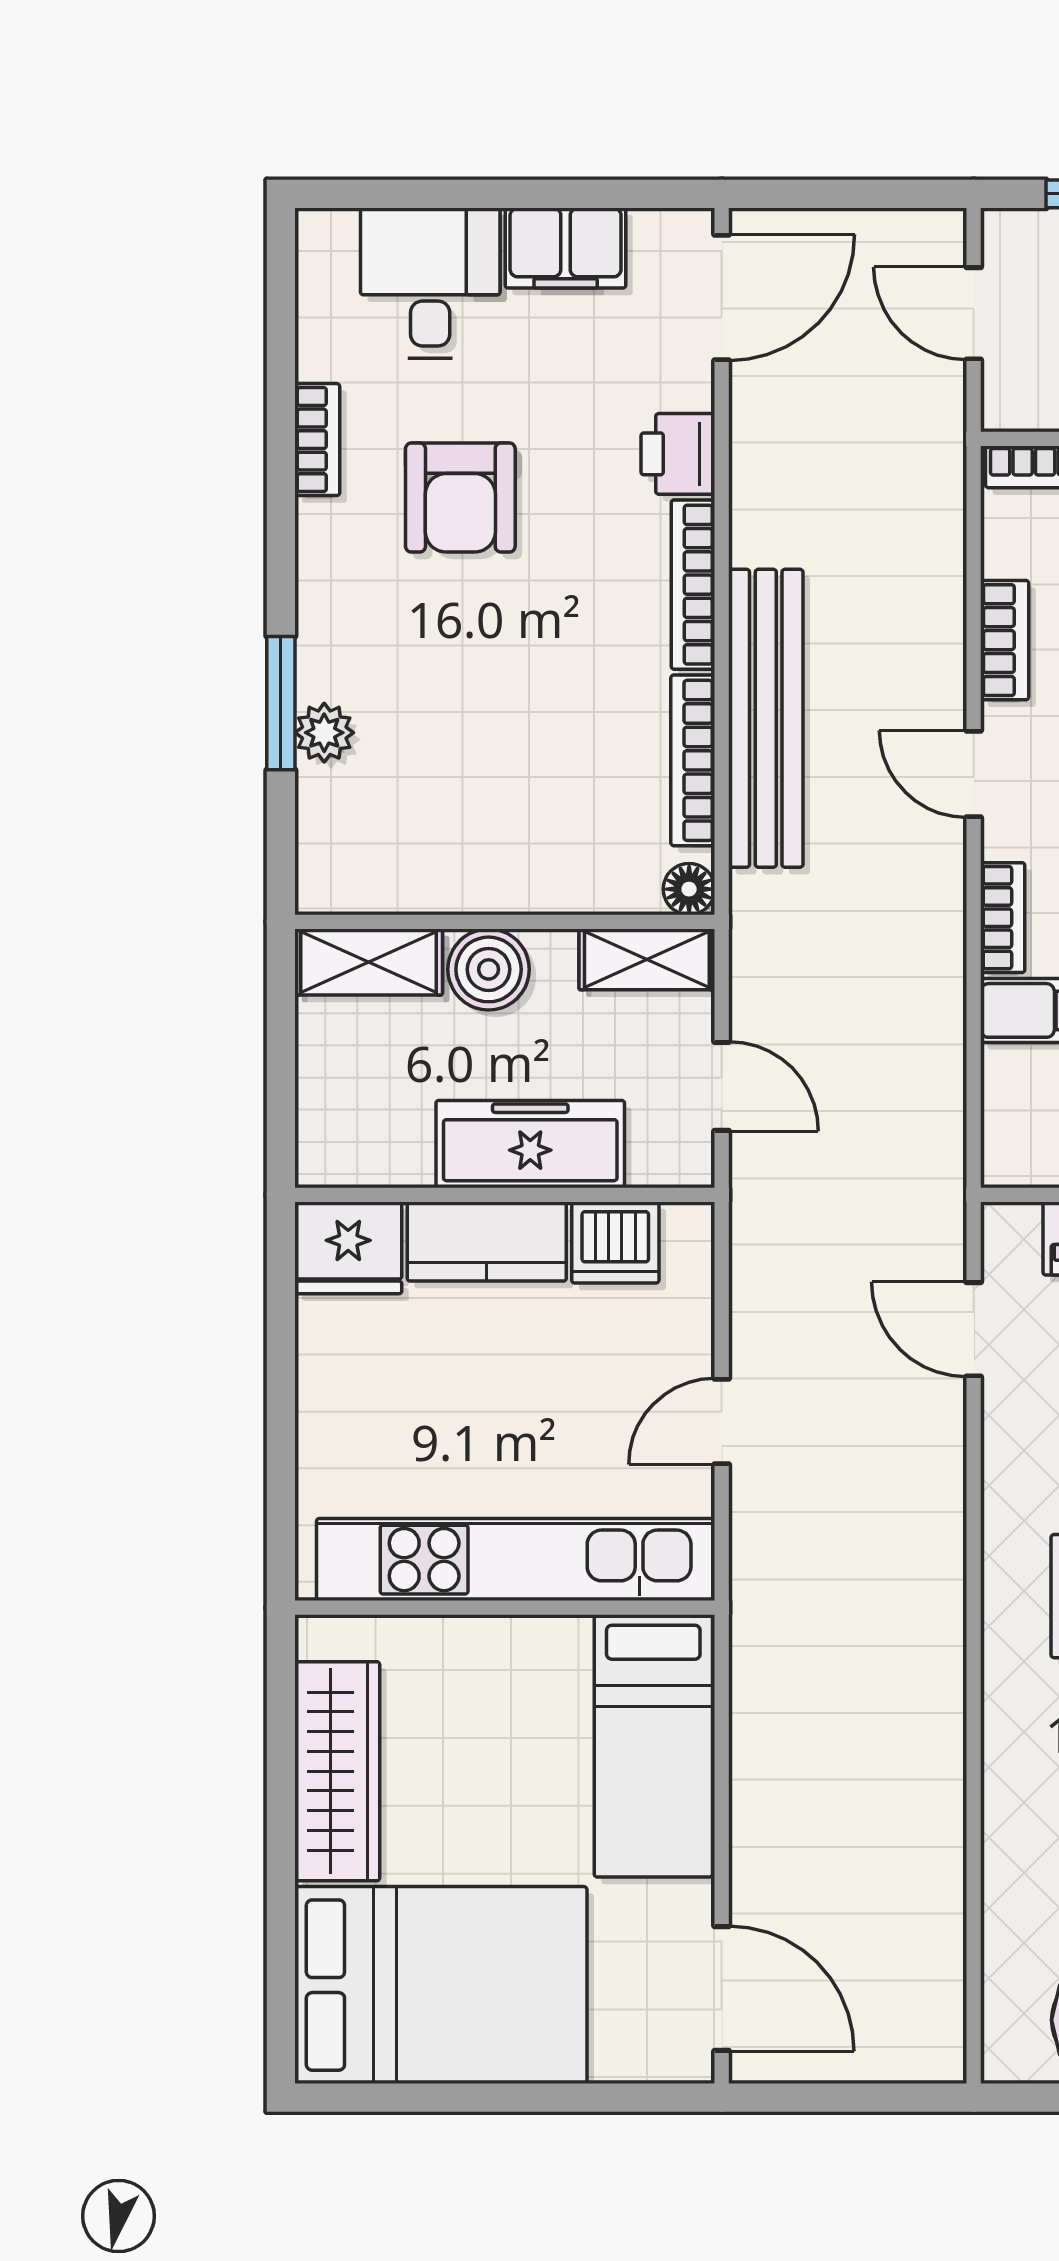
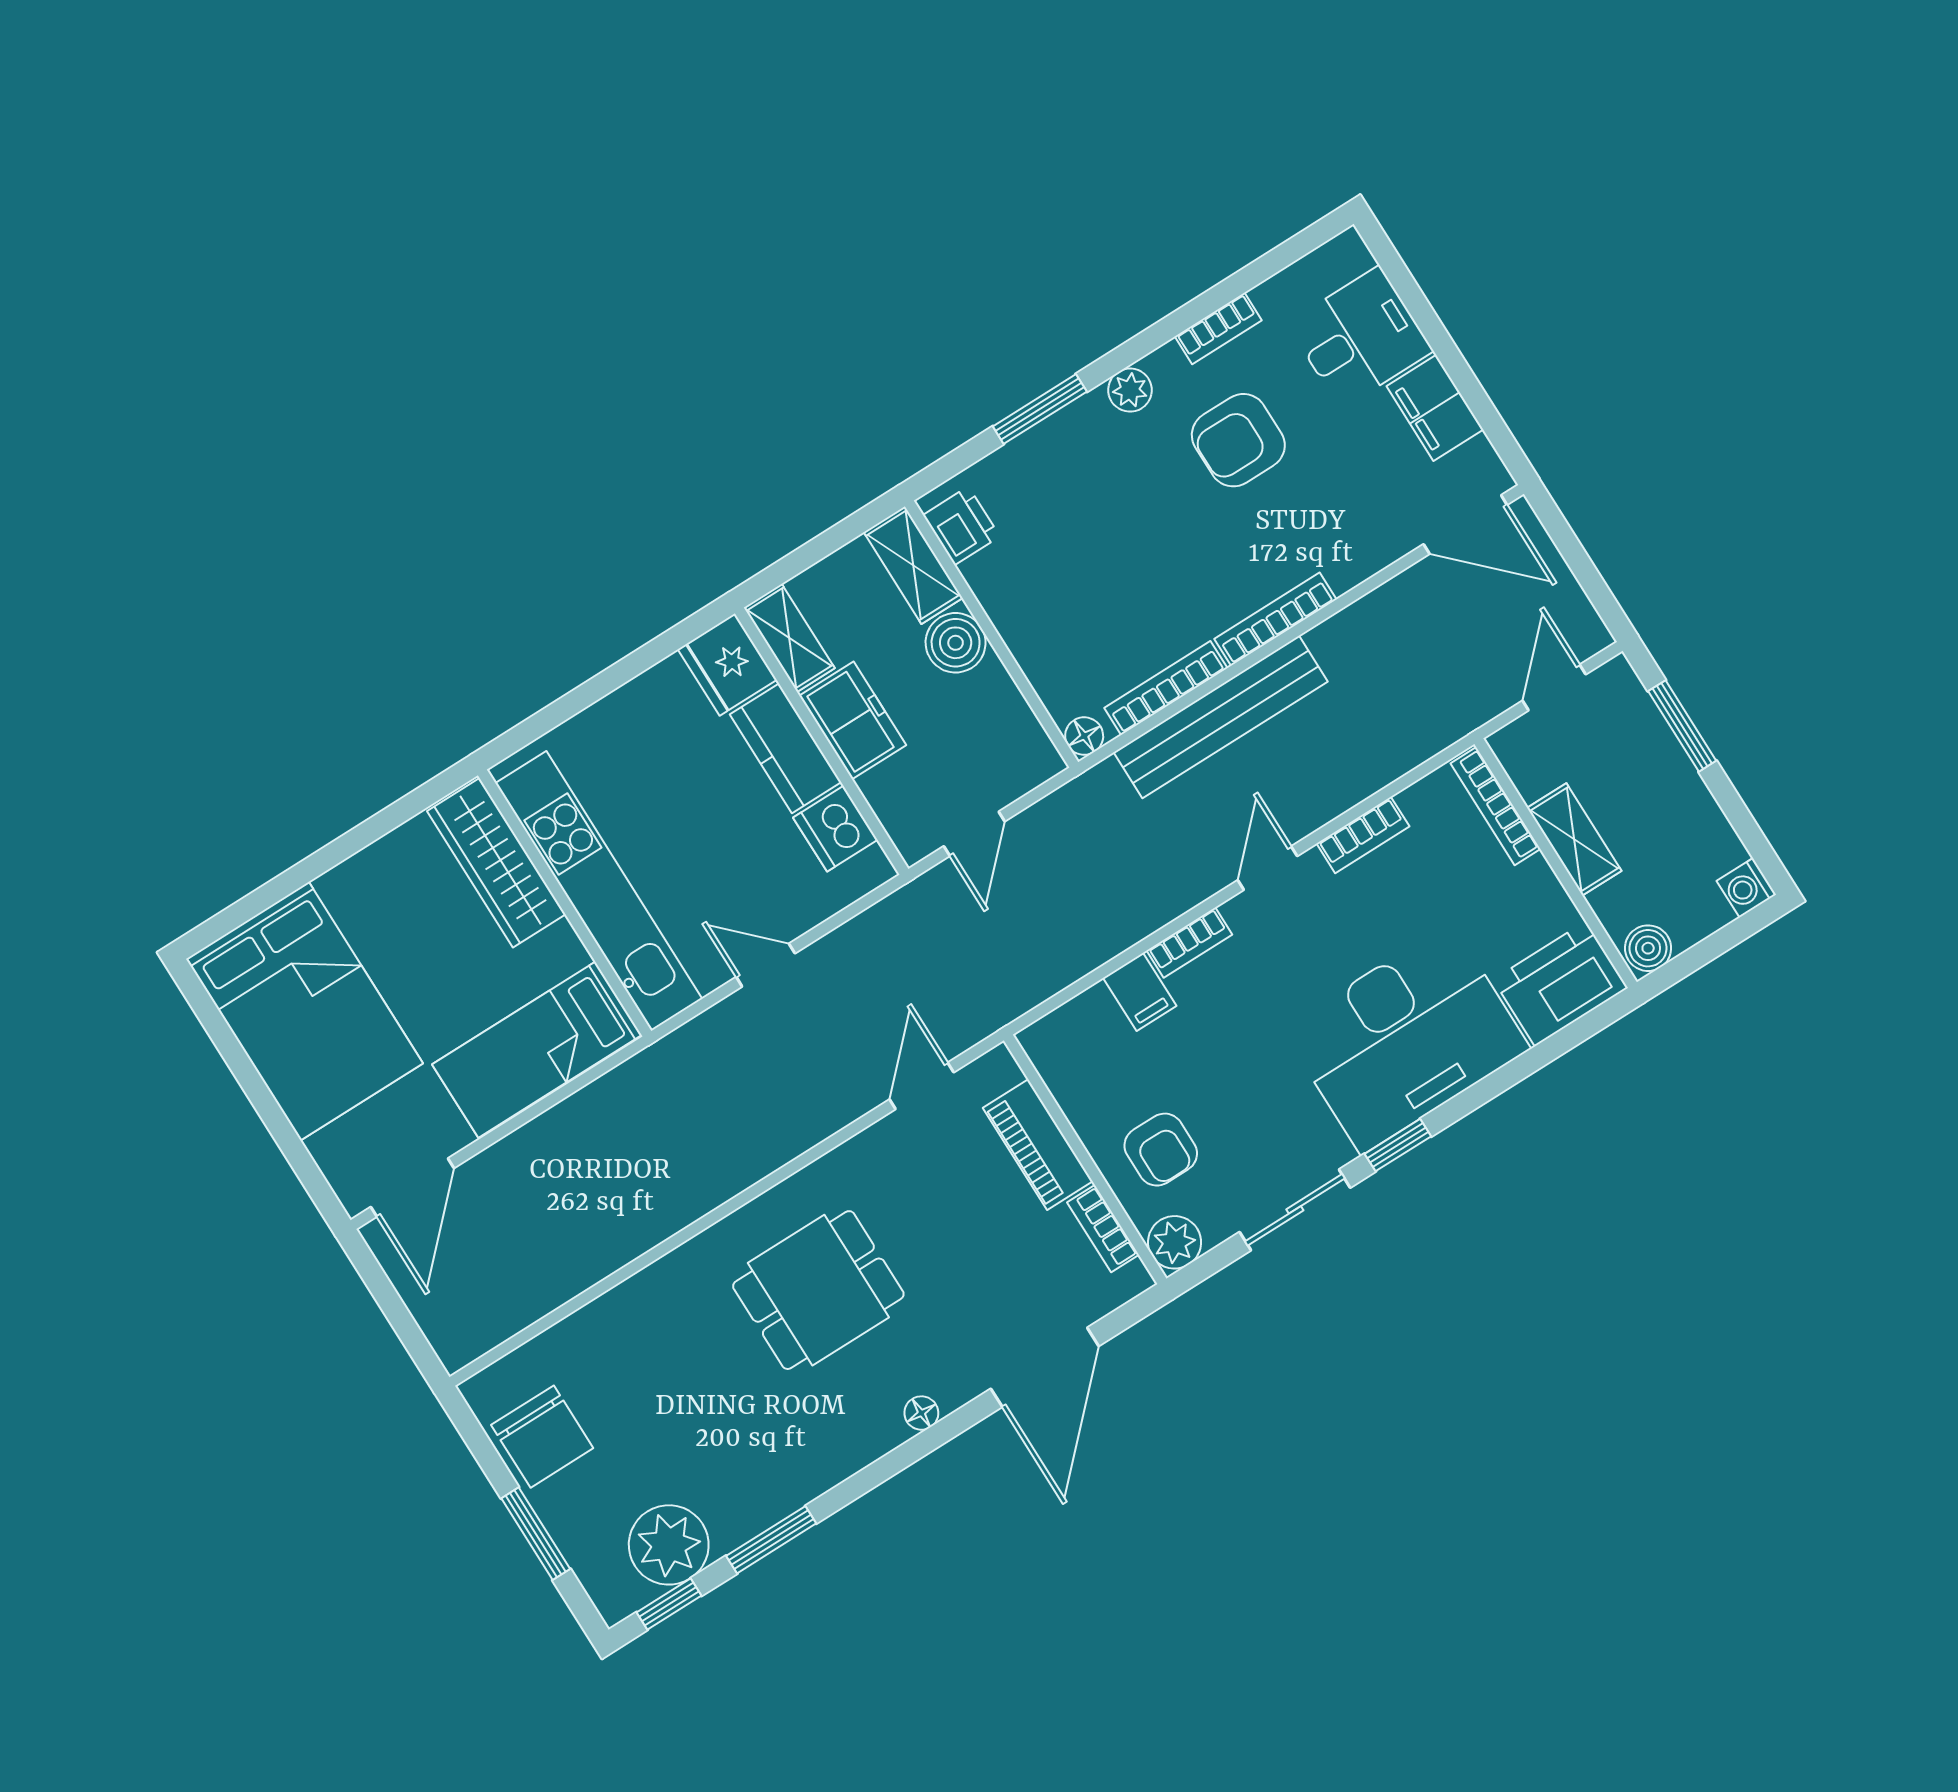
printer: (678, 454) -> (961, 526), moved, turned 90
plant: (324, 733) -> (1130, 390), moved
shelving: (647, 959) -> (789, 638), moved
freezer: (530, 1144) -> (853, 720), width x0.71
wardrobe: (337, 1771) -> (496, 863), moved, turned 90

